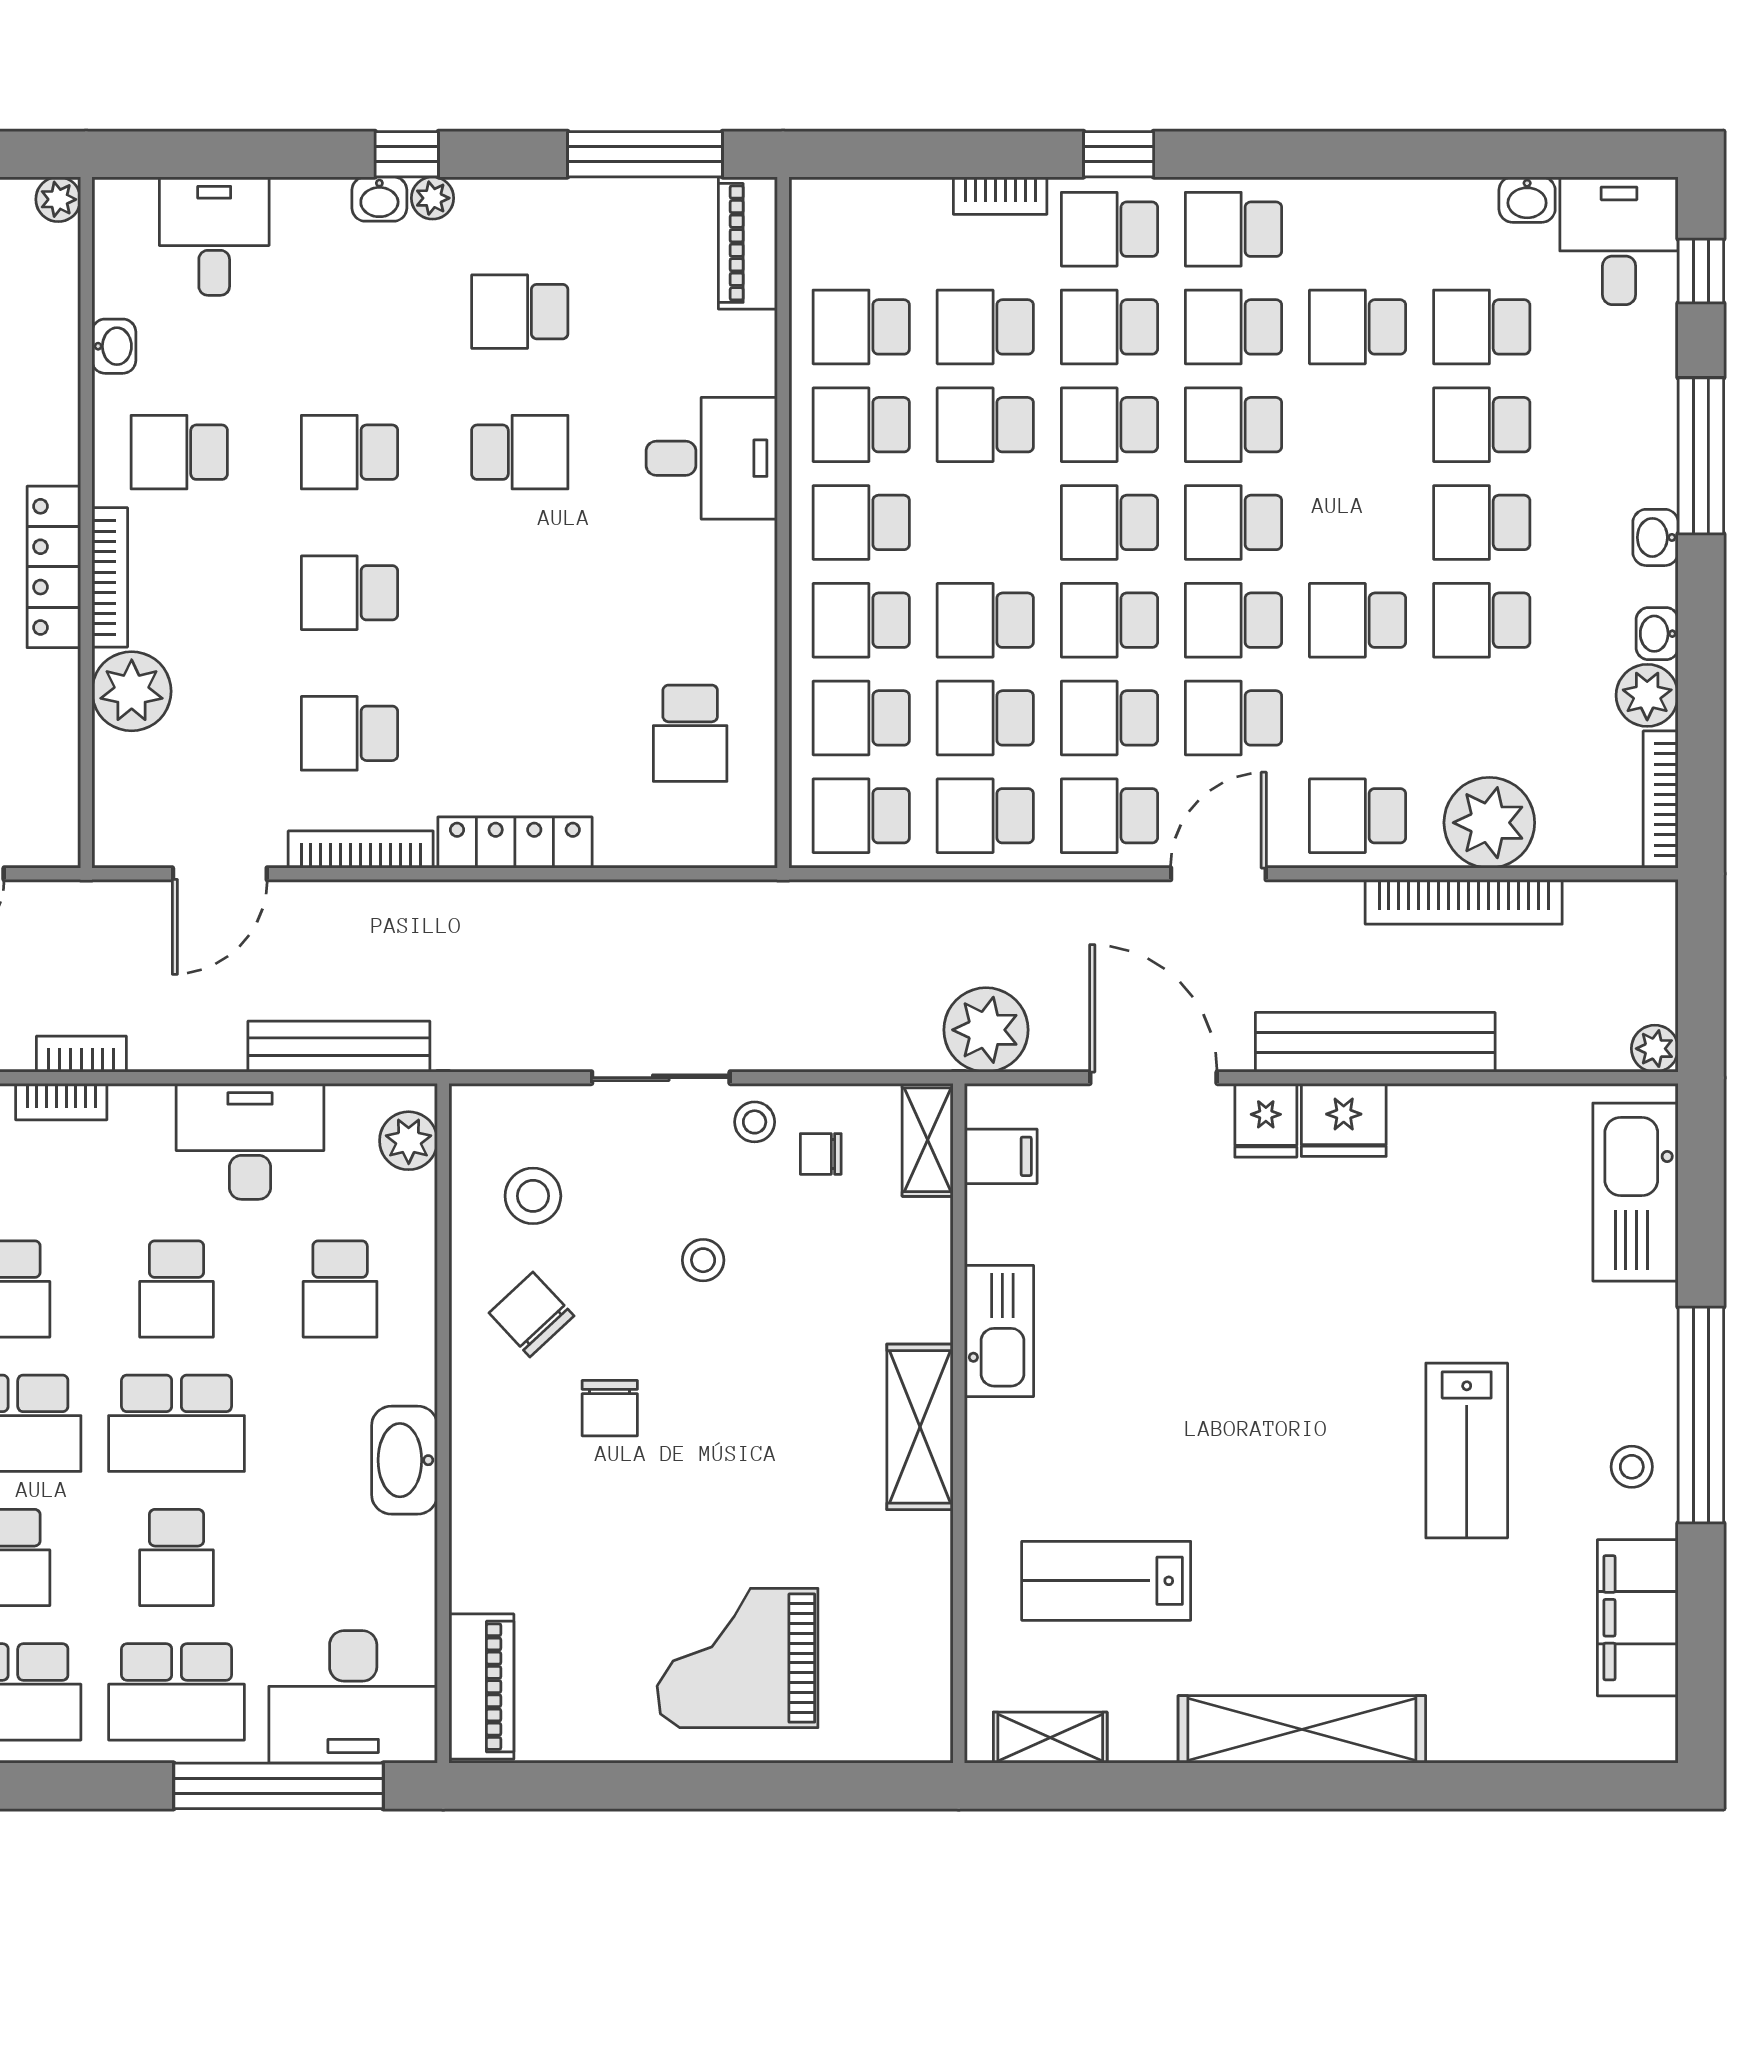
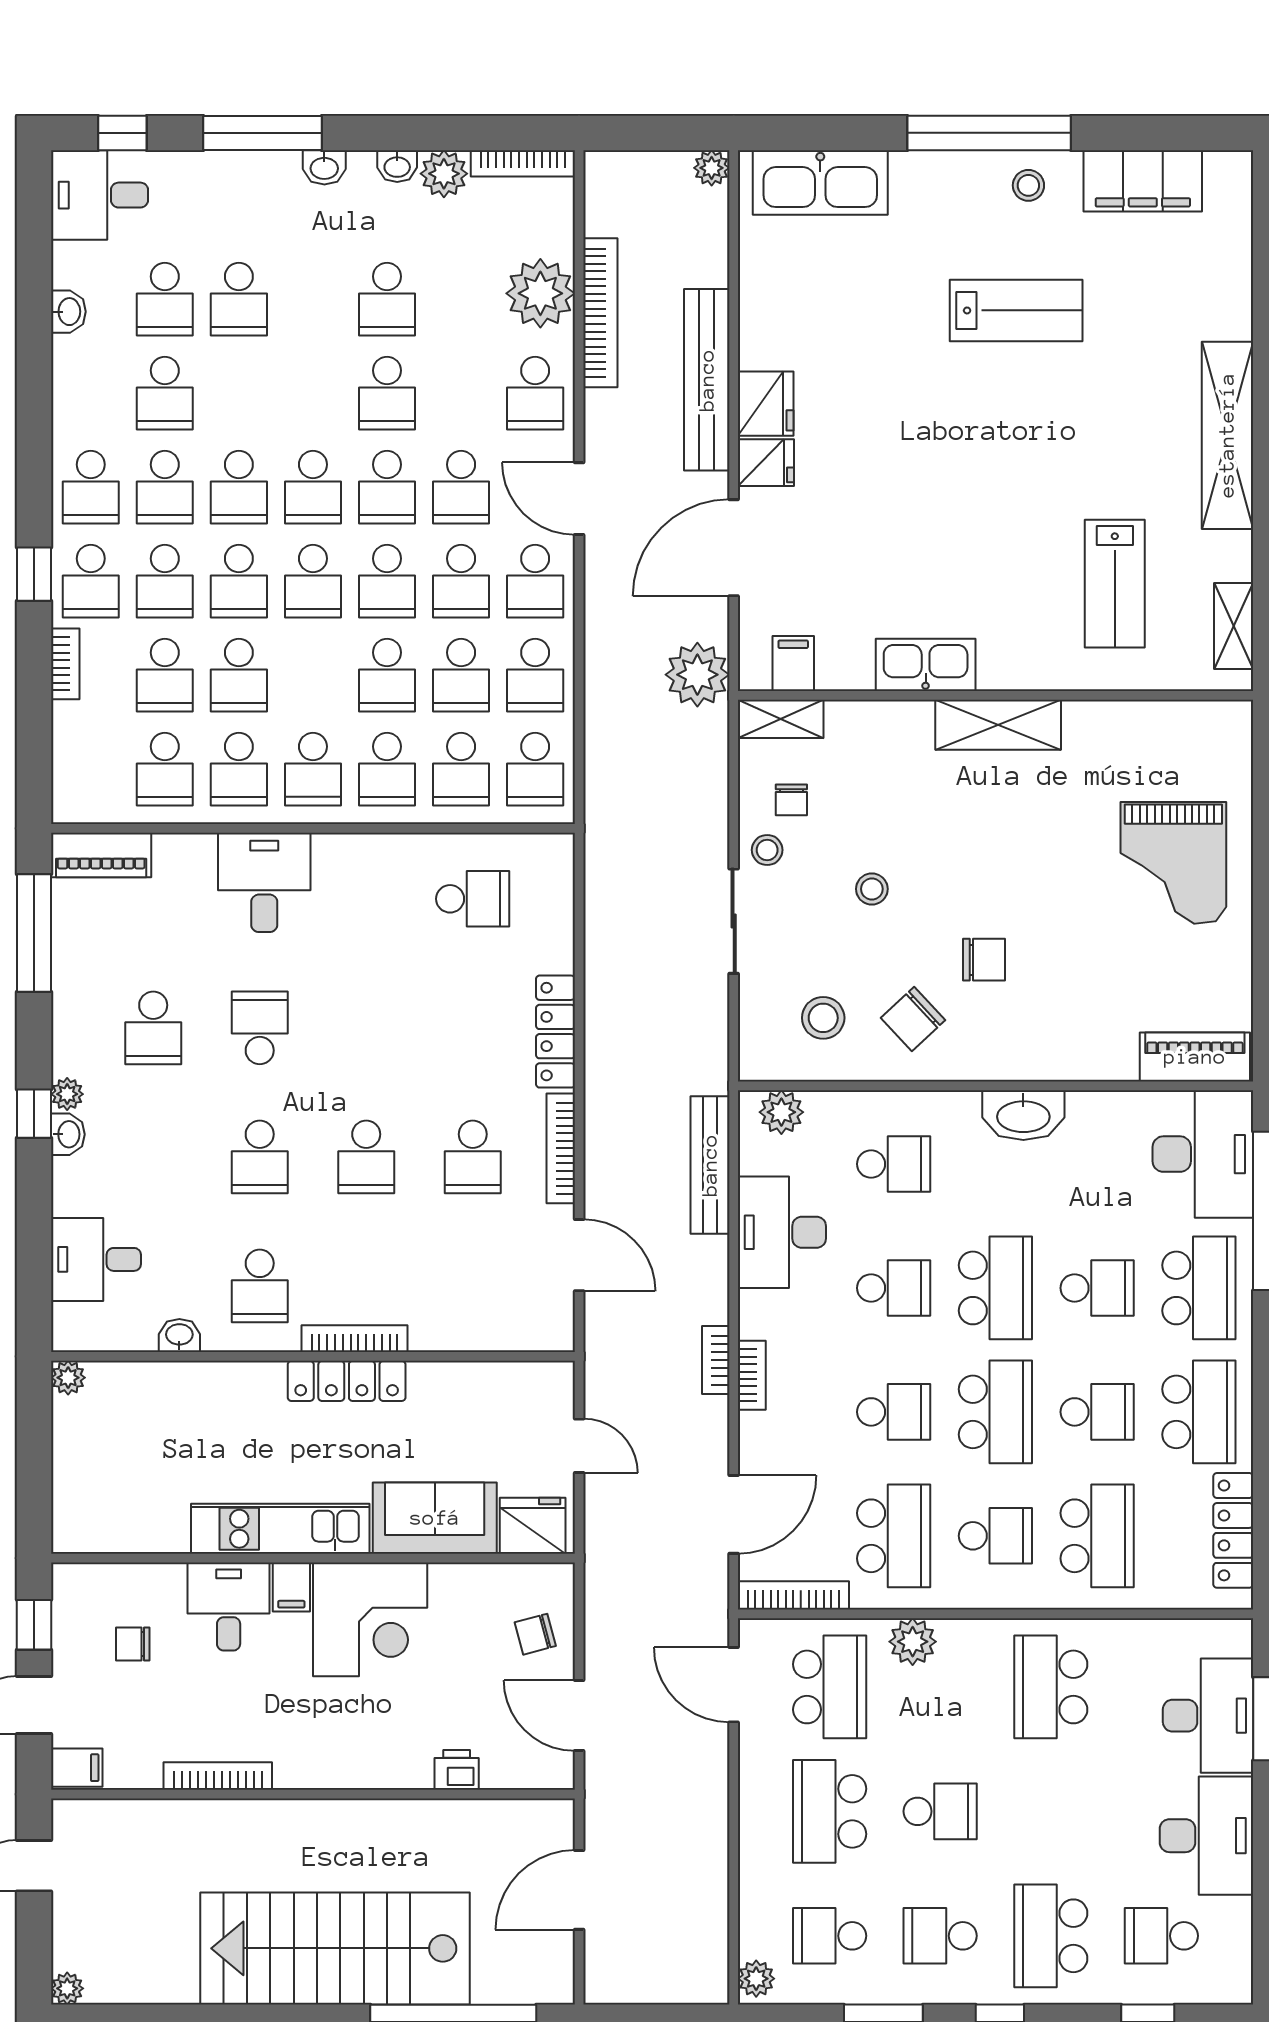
washbasin: (1527, 200) -> (68, 312), moved
school desk: (1482, 522) -> (313, 299), removed
plant: (132, 691) -> (441, 1322), removed

